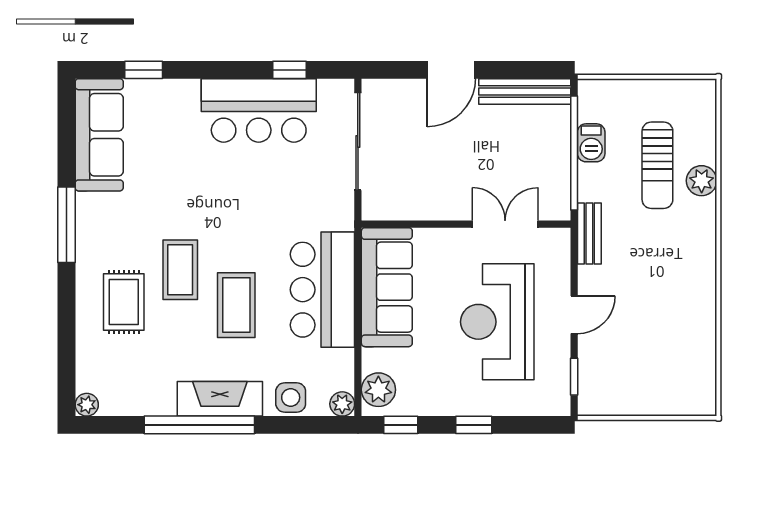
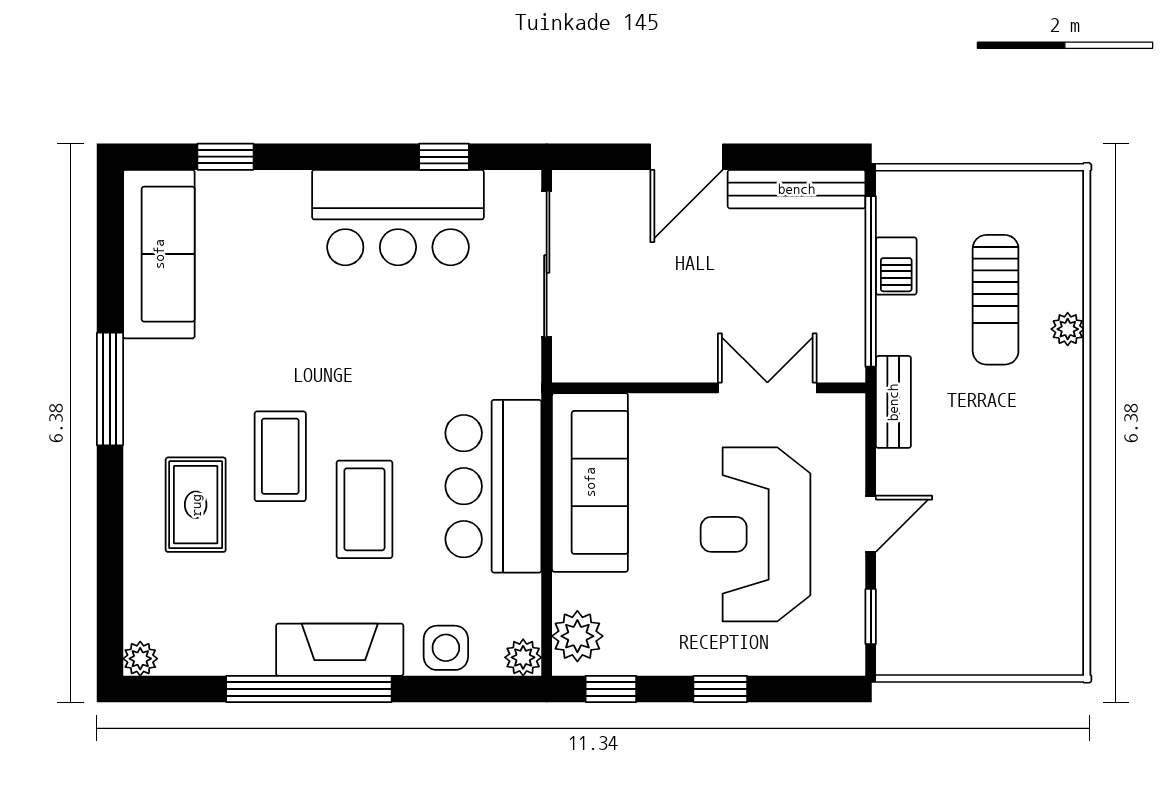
plant: (702, 181) -> (1068, 329), width x0.73, depth x0.73

